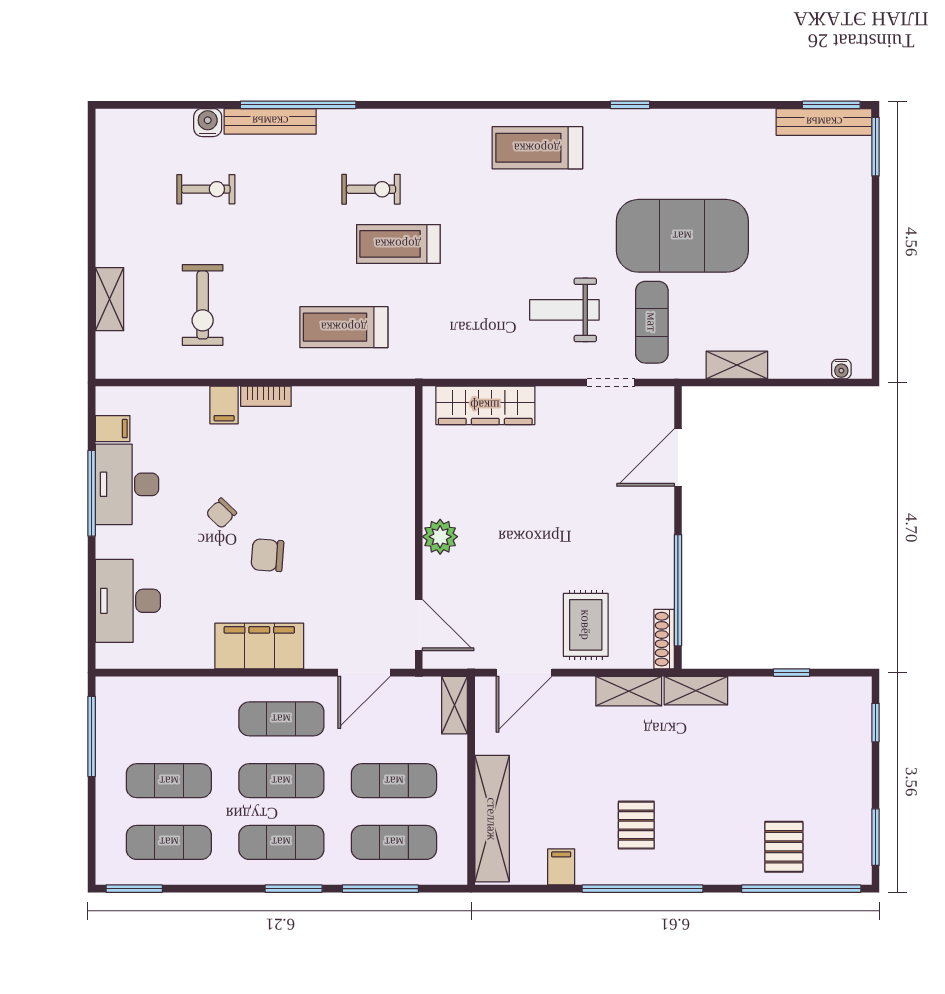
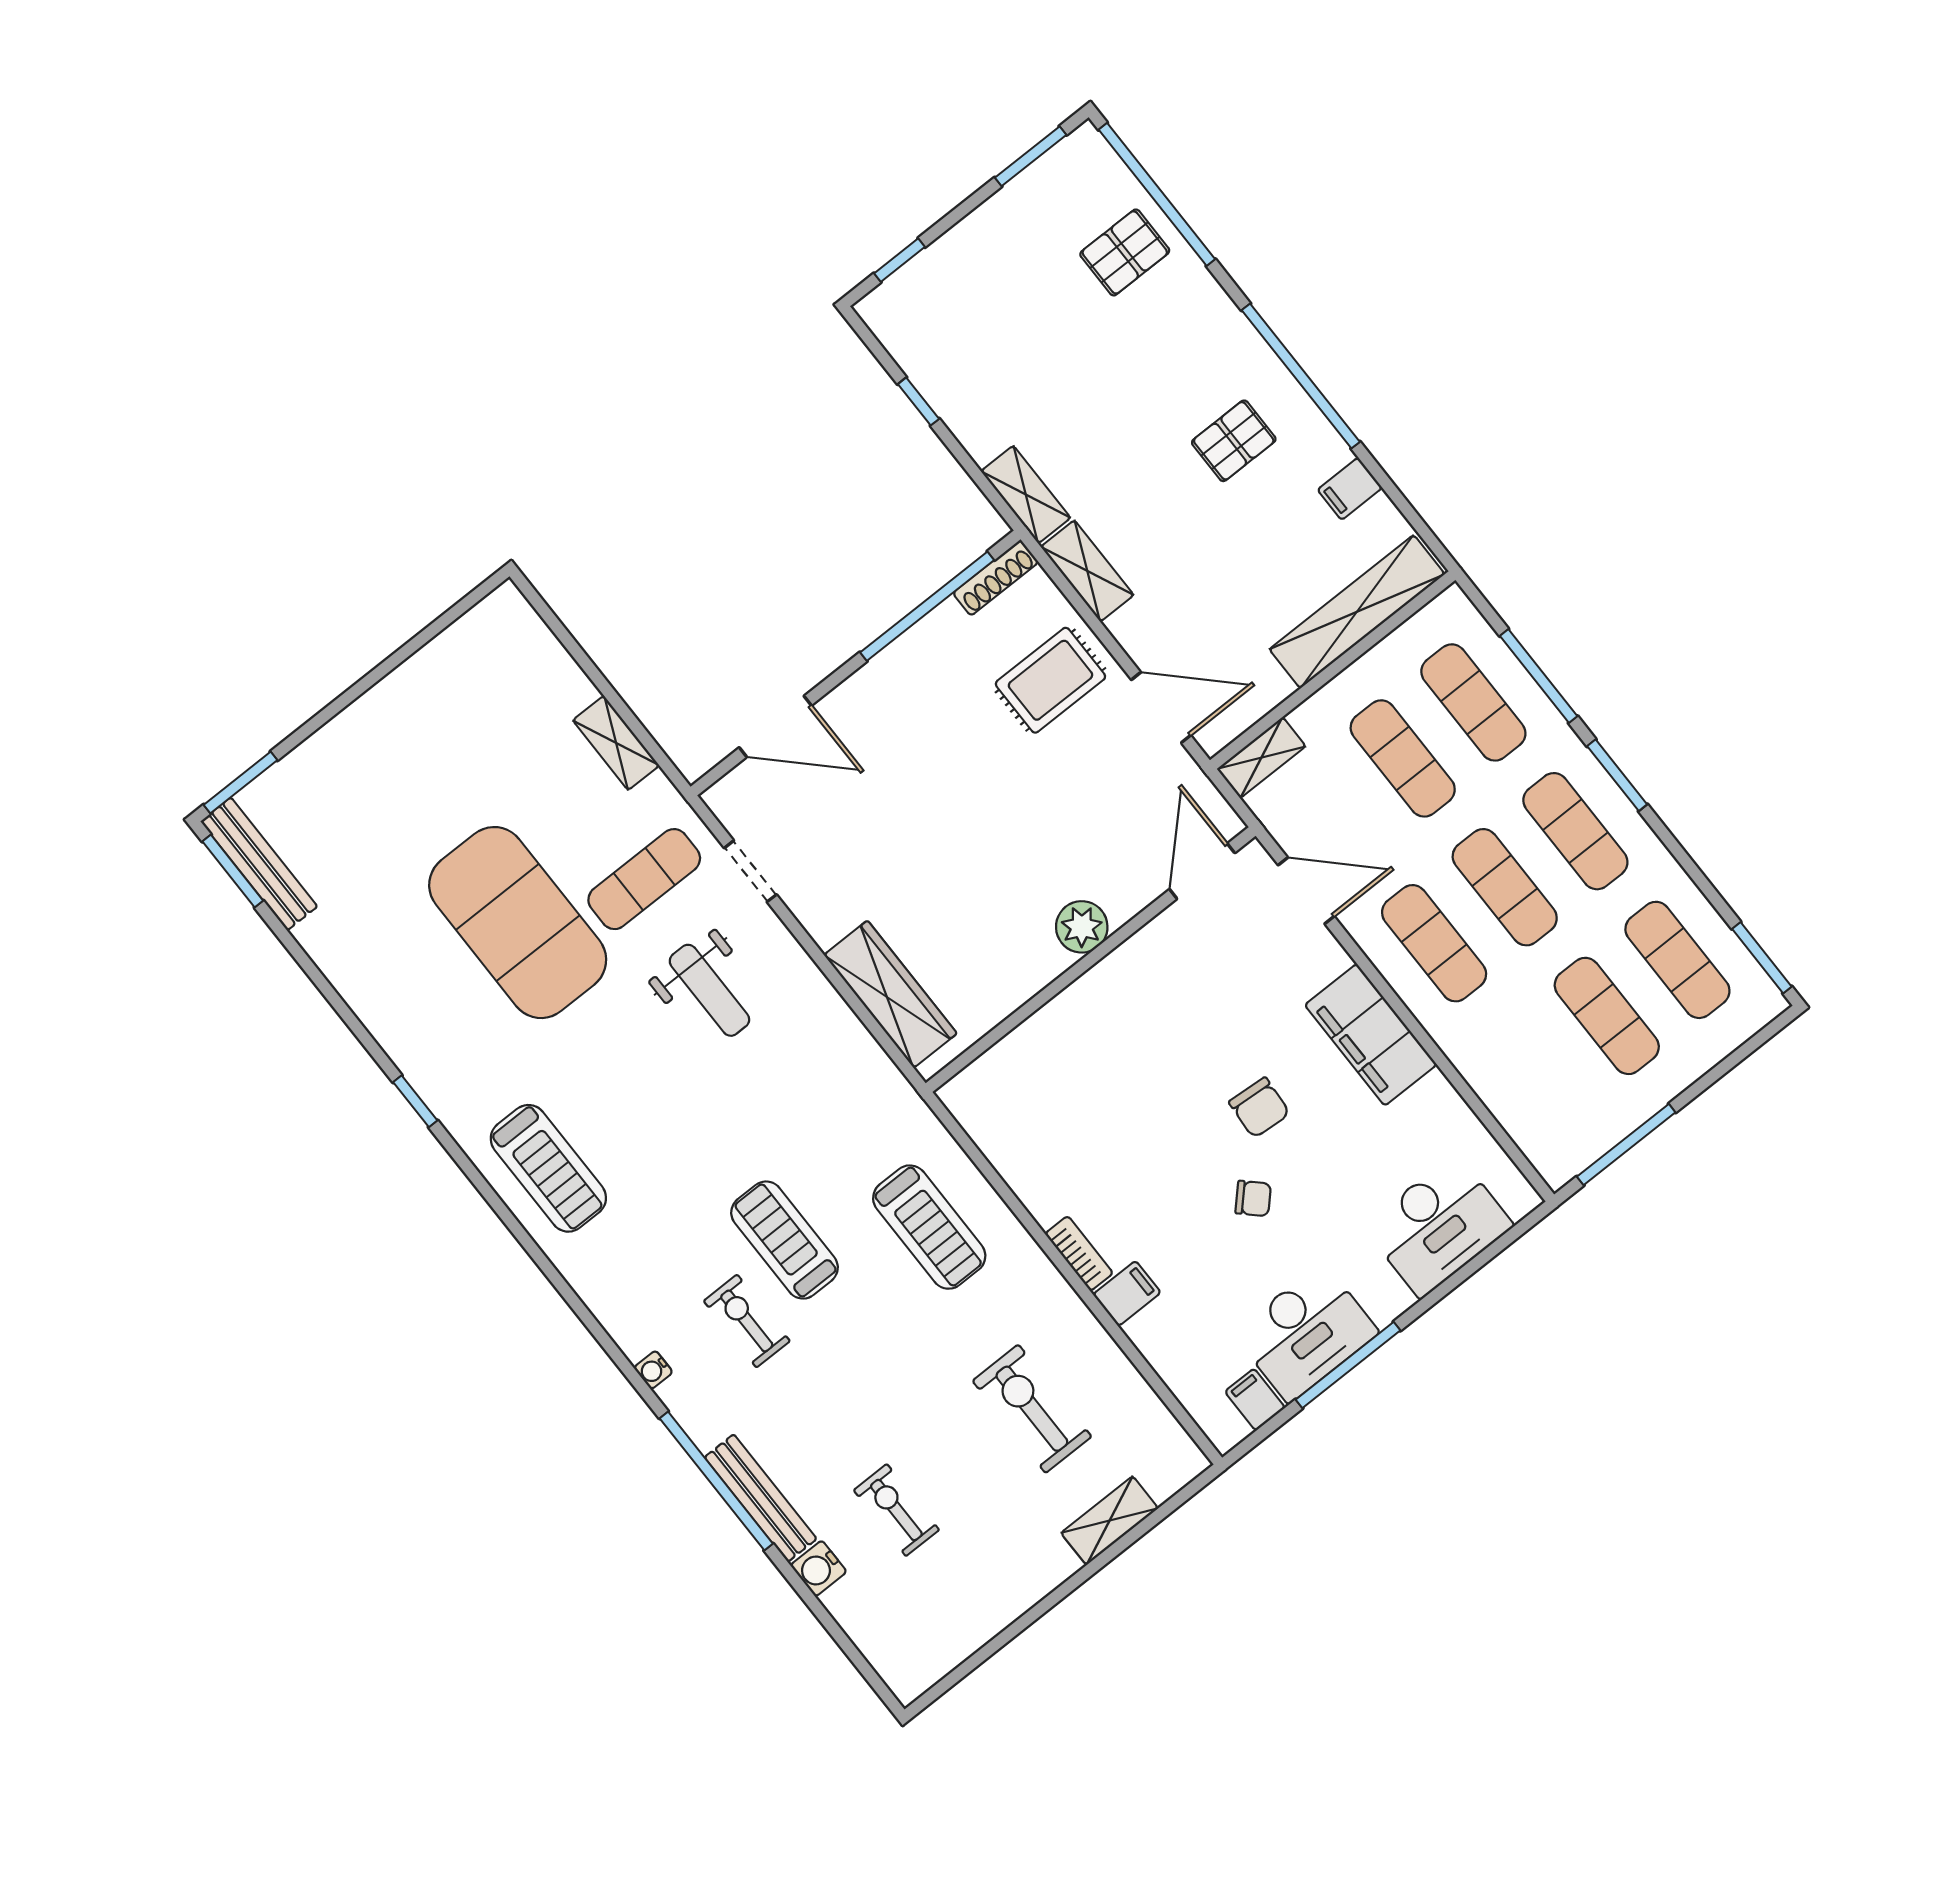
treadmill: (398, 244) -> (785, 1240), turned 180
exercise bike: (203, 305) -> (1032, 1409), turned -90
water cooler: (841, 369) -> (653, 1370), moved, turned 180

